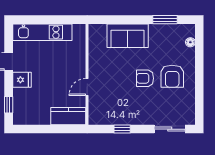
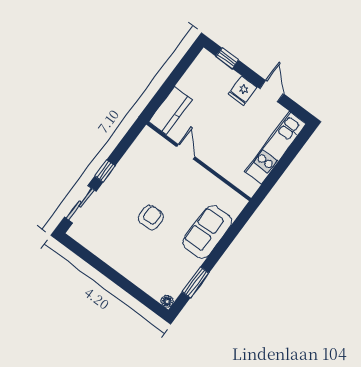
floor lamp: (190, 42) -> (167, 301), moved
armchair: (172, 76) -> (132, 247), removed
window: (122, 129) -> (105, 171), moved

